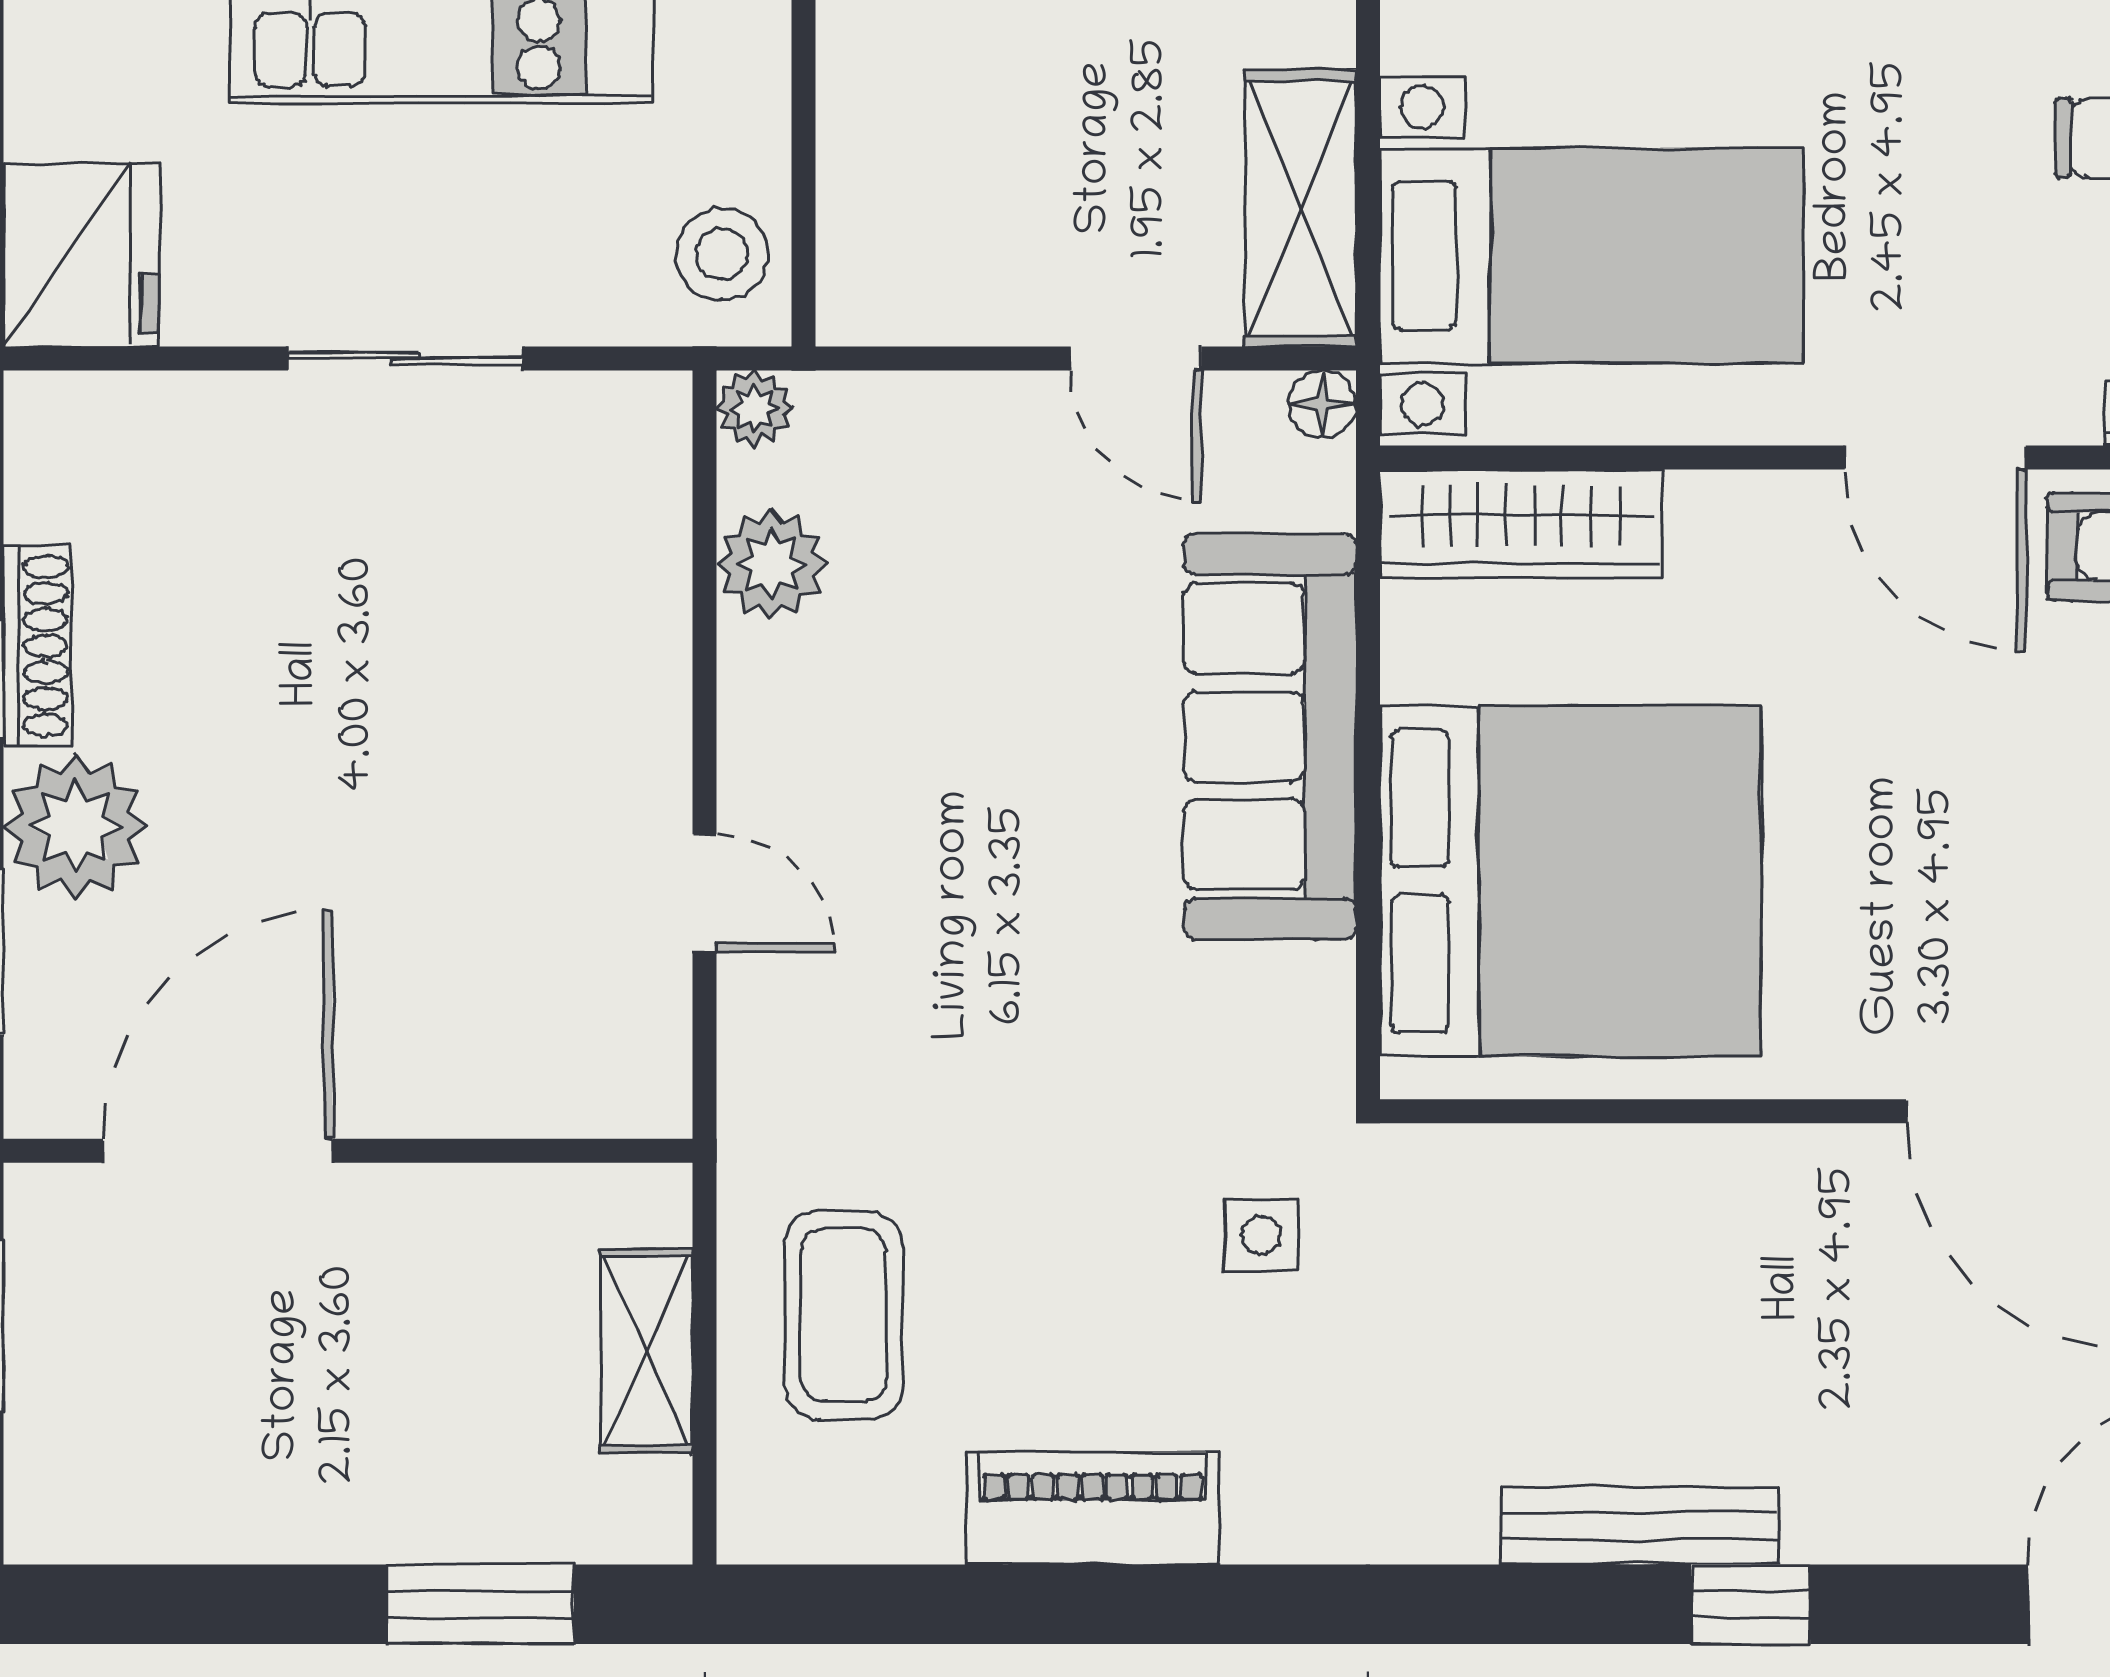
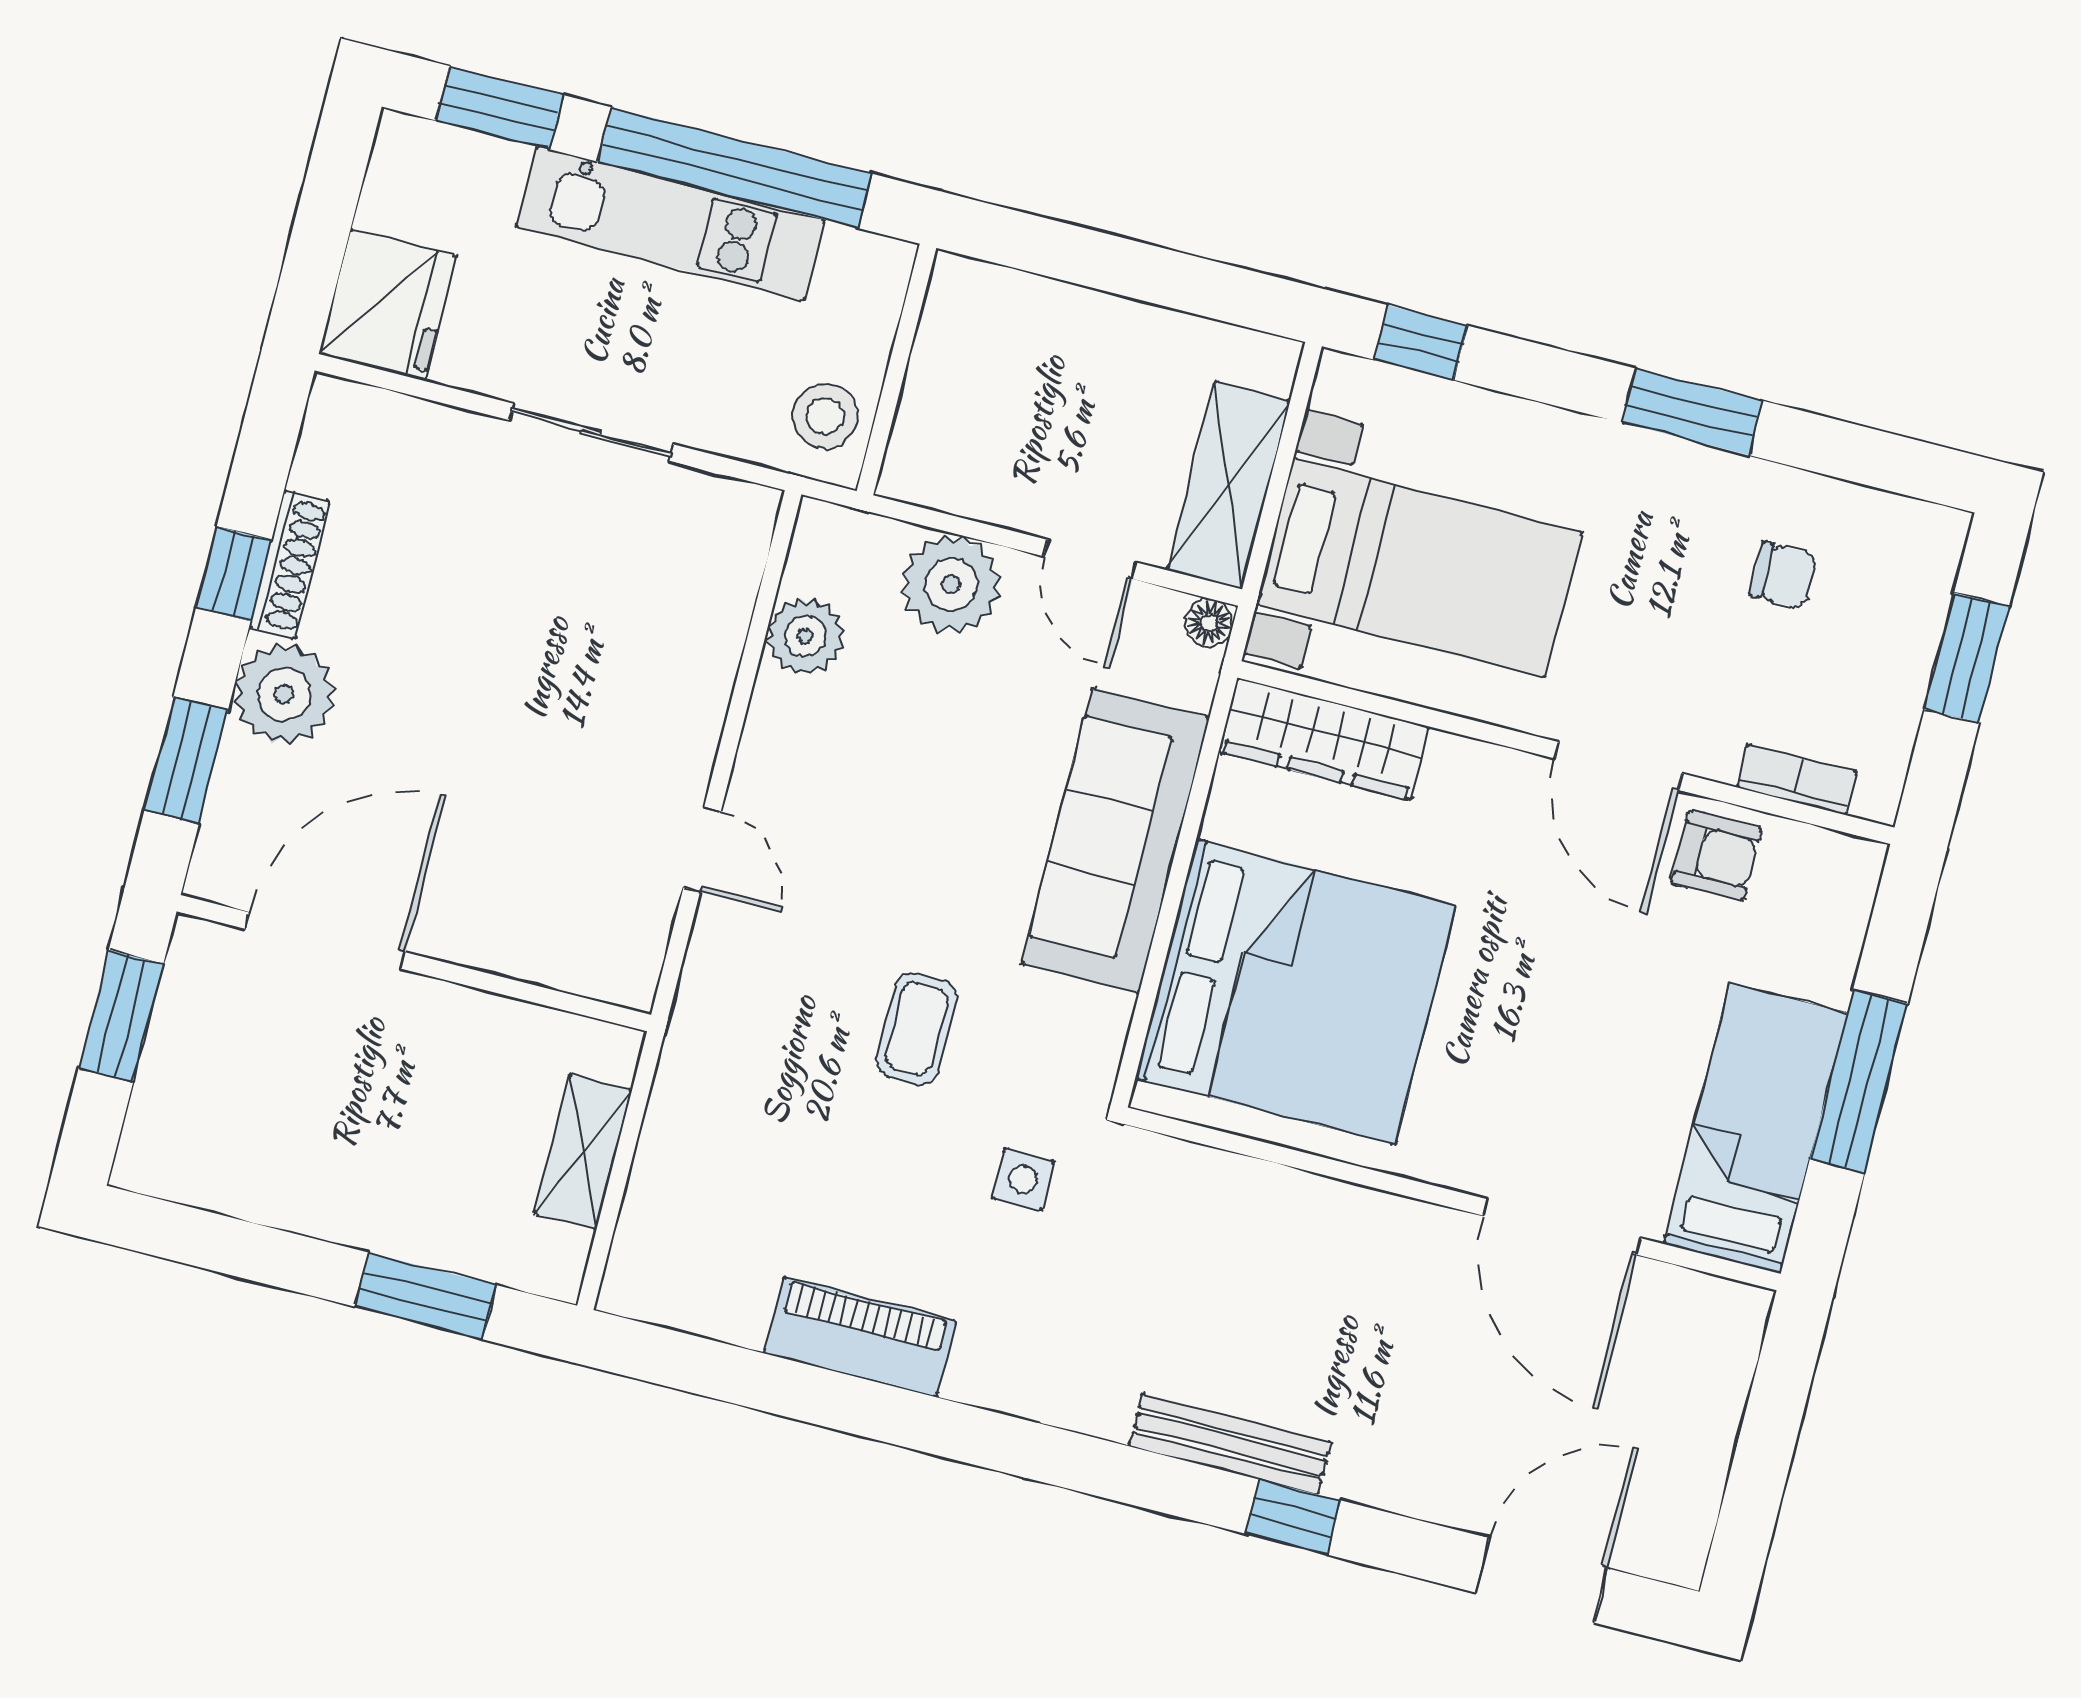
plant: (754, 408) -> (951, 584), moved, width x1.88, depth x1.88
coffee table: (844, 1315) -> (916, 1029), moved, width x0.73, depth x0.77

